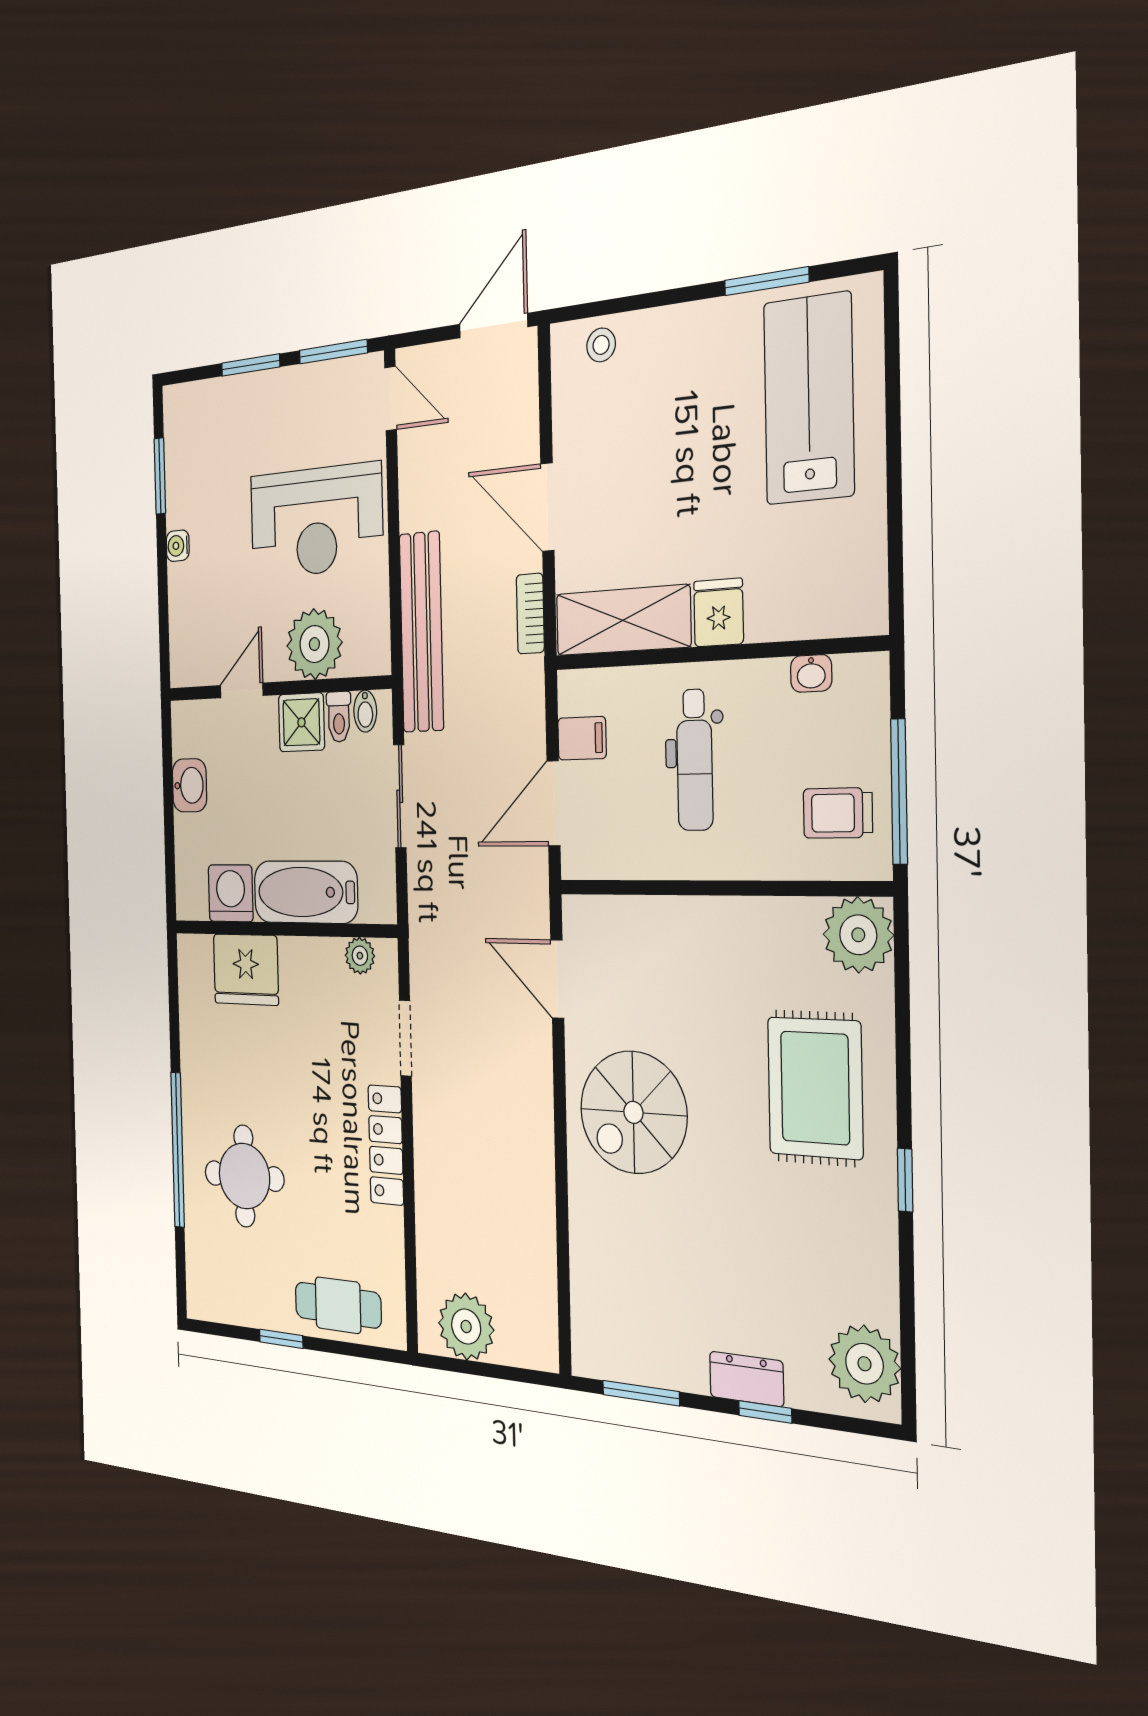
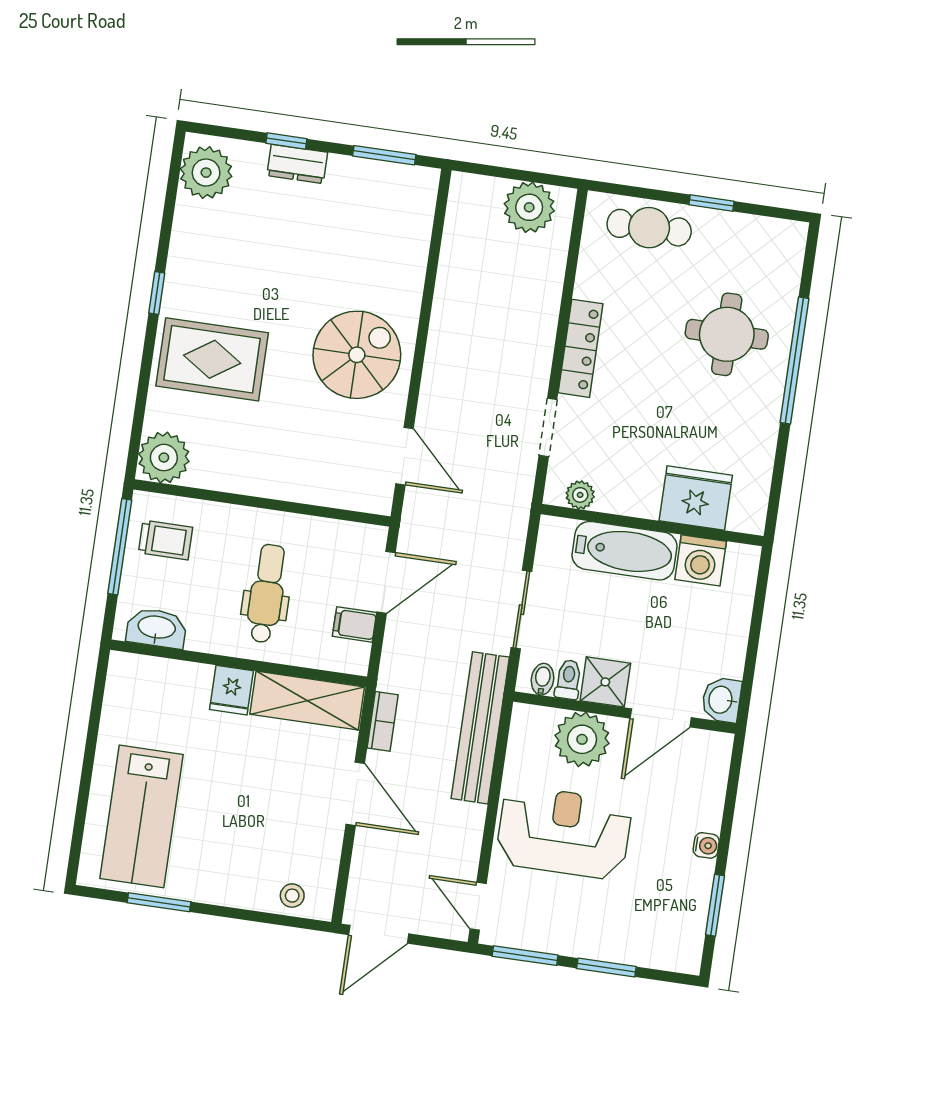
washbasin: (811, 673) -> (157, 628), width x1.91, depth x1.45
door: (242, 690) -> (661, 718), width x1.38
washbasin: (189, 785) -> (721, 700), moved
rug: (815, 1088) -> (212, 359), turned 90

